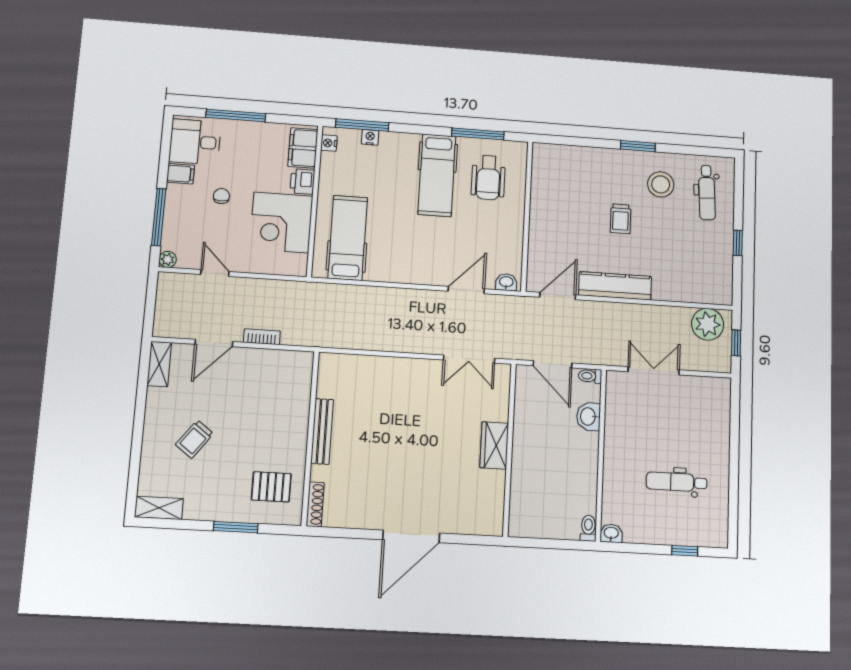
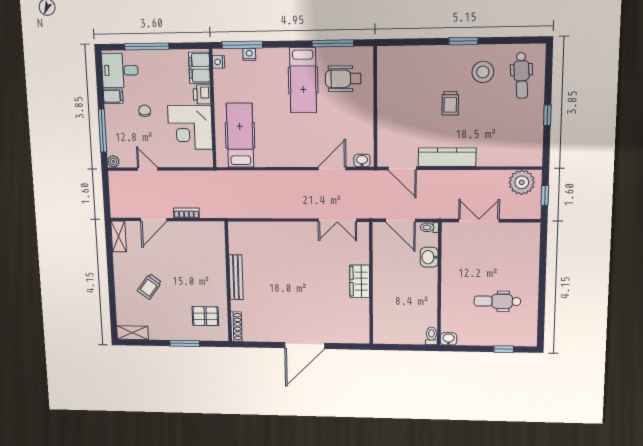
wheelchair: (488, 178) -> (343, 79), turned 90
door: (558, 296) -> (402, 168), swing flipped

